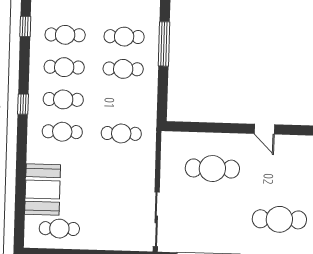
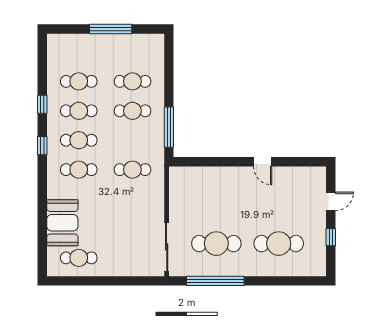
window: (25, 26) -> (42, 104), moved
window: (164, 44) -> (169, 127), moved
cafe table: (212, 169) -> (216, 244), moved

